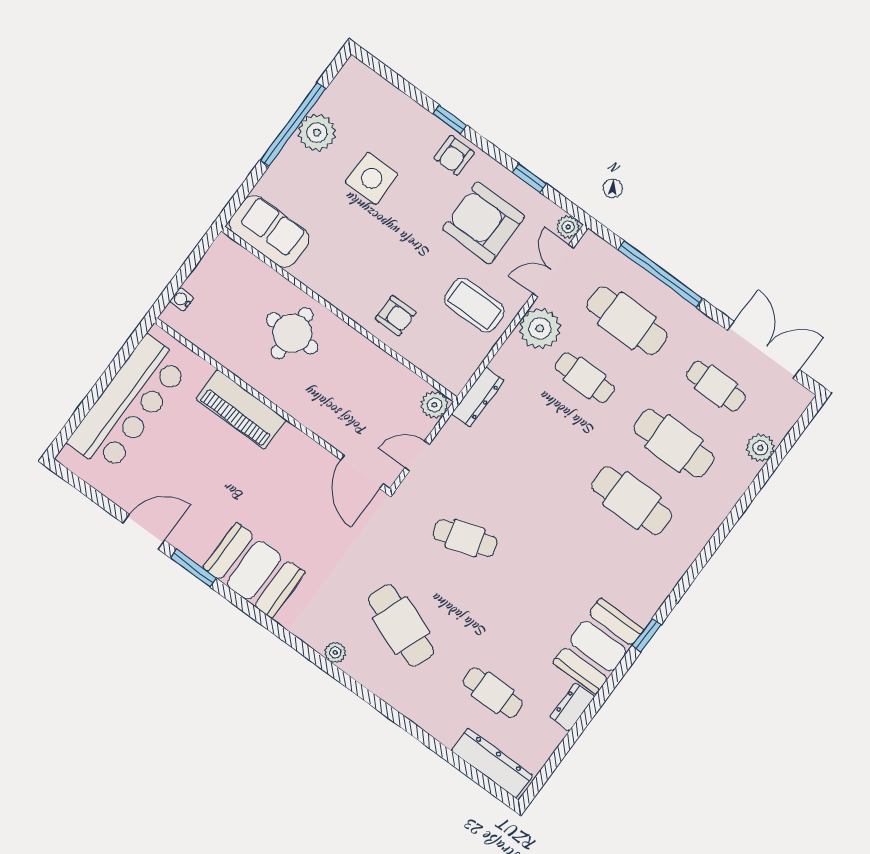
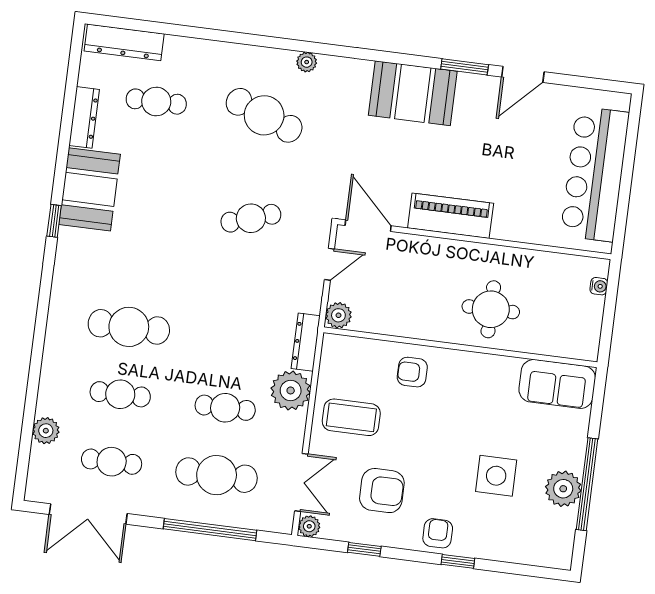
armchair: (484, 223) -> (382, 491), width x0.73, depth x0.73
plant: (540, 328) -> (291, 390), moved
piano: (241, 410) -> (451, 216), moved
cafe table: (674, 443) -> (120, 394), width x0.73, depth x0.74
dresser: (572, 707) -> (84, 117), width x1.44

